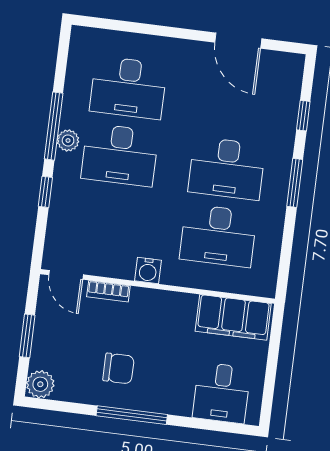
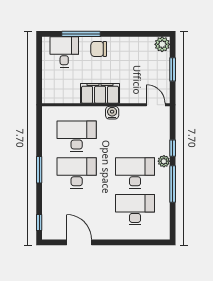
window: (303, 116) -> (39, 223), moved
plant: (68, 140) -> (164, 161), moved
bookcase: (108, 291) -> (132, 99), removed
filing cabinet: (233, 317) -> (100, 93), moved
chair: (119, 368) -> (99, 49), moved
window: (132, 415) -> (81, 34), moved

